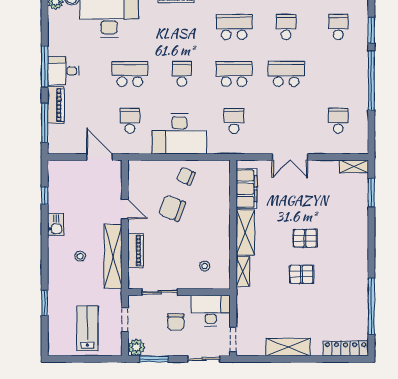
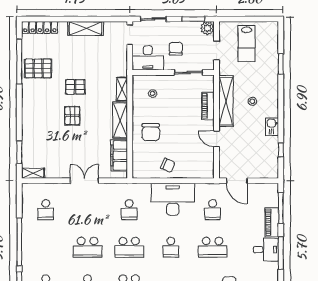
chair: (172, 208) -> (151, 132), moved, turned 69
pallet: (305, 238) -> (72, 116), turned 90
pallet: (348, 297) -> (38, 68), added

